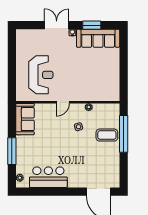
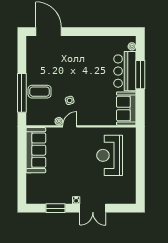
sofa: (98, 38) -> (36, 150), moved, turned 90
door: (63, 102) -> (70, 126), moved
bar counter: (48, 177) -> (125, 71), moved, turned 90

